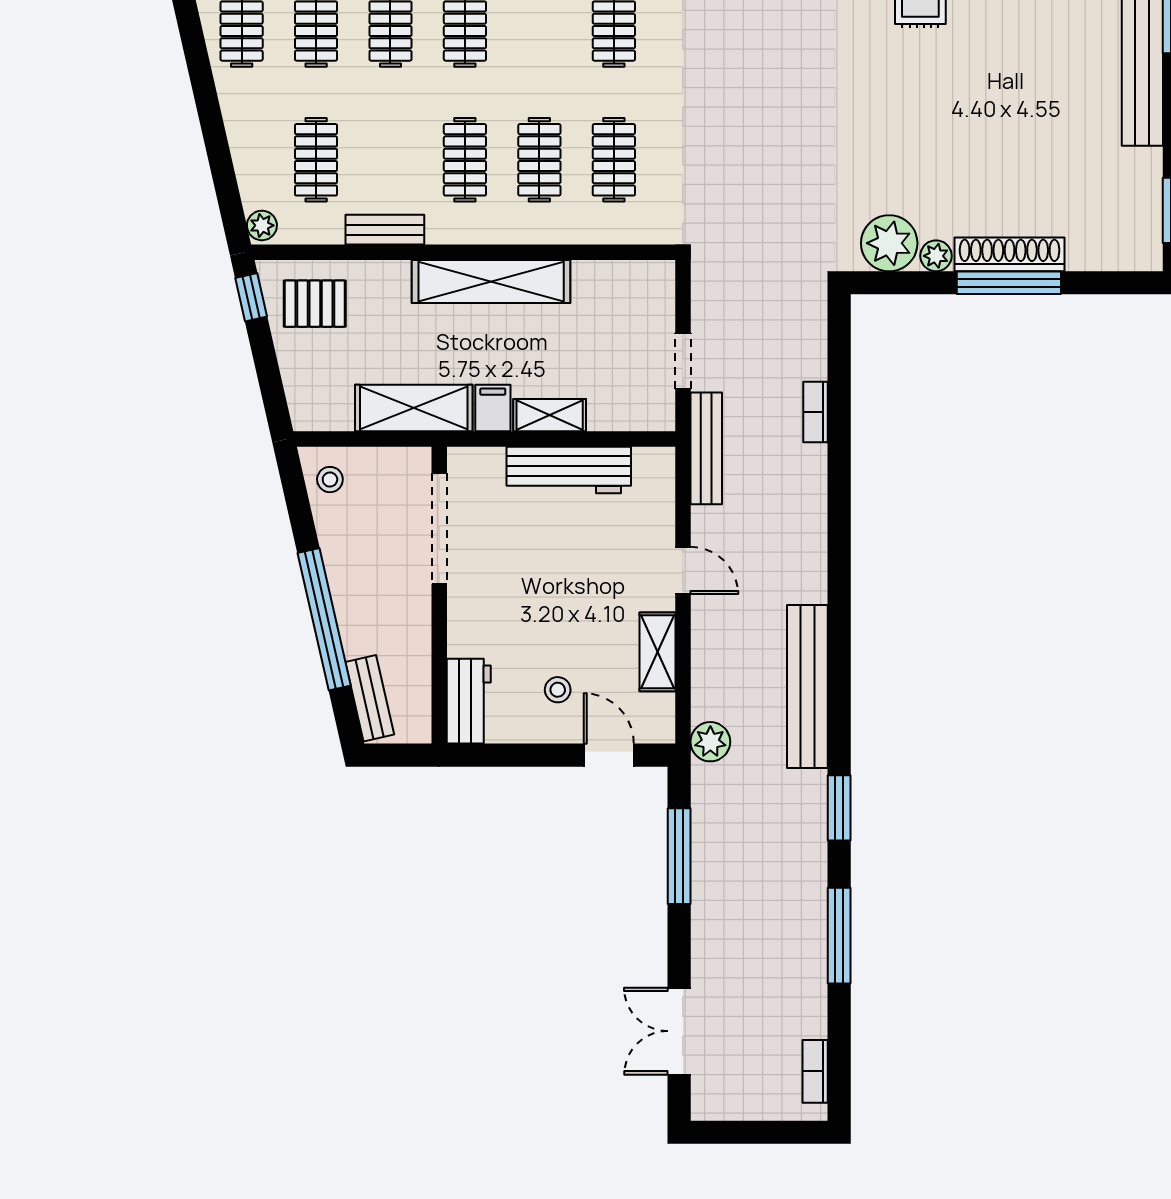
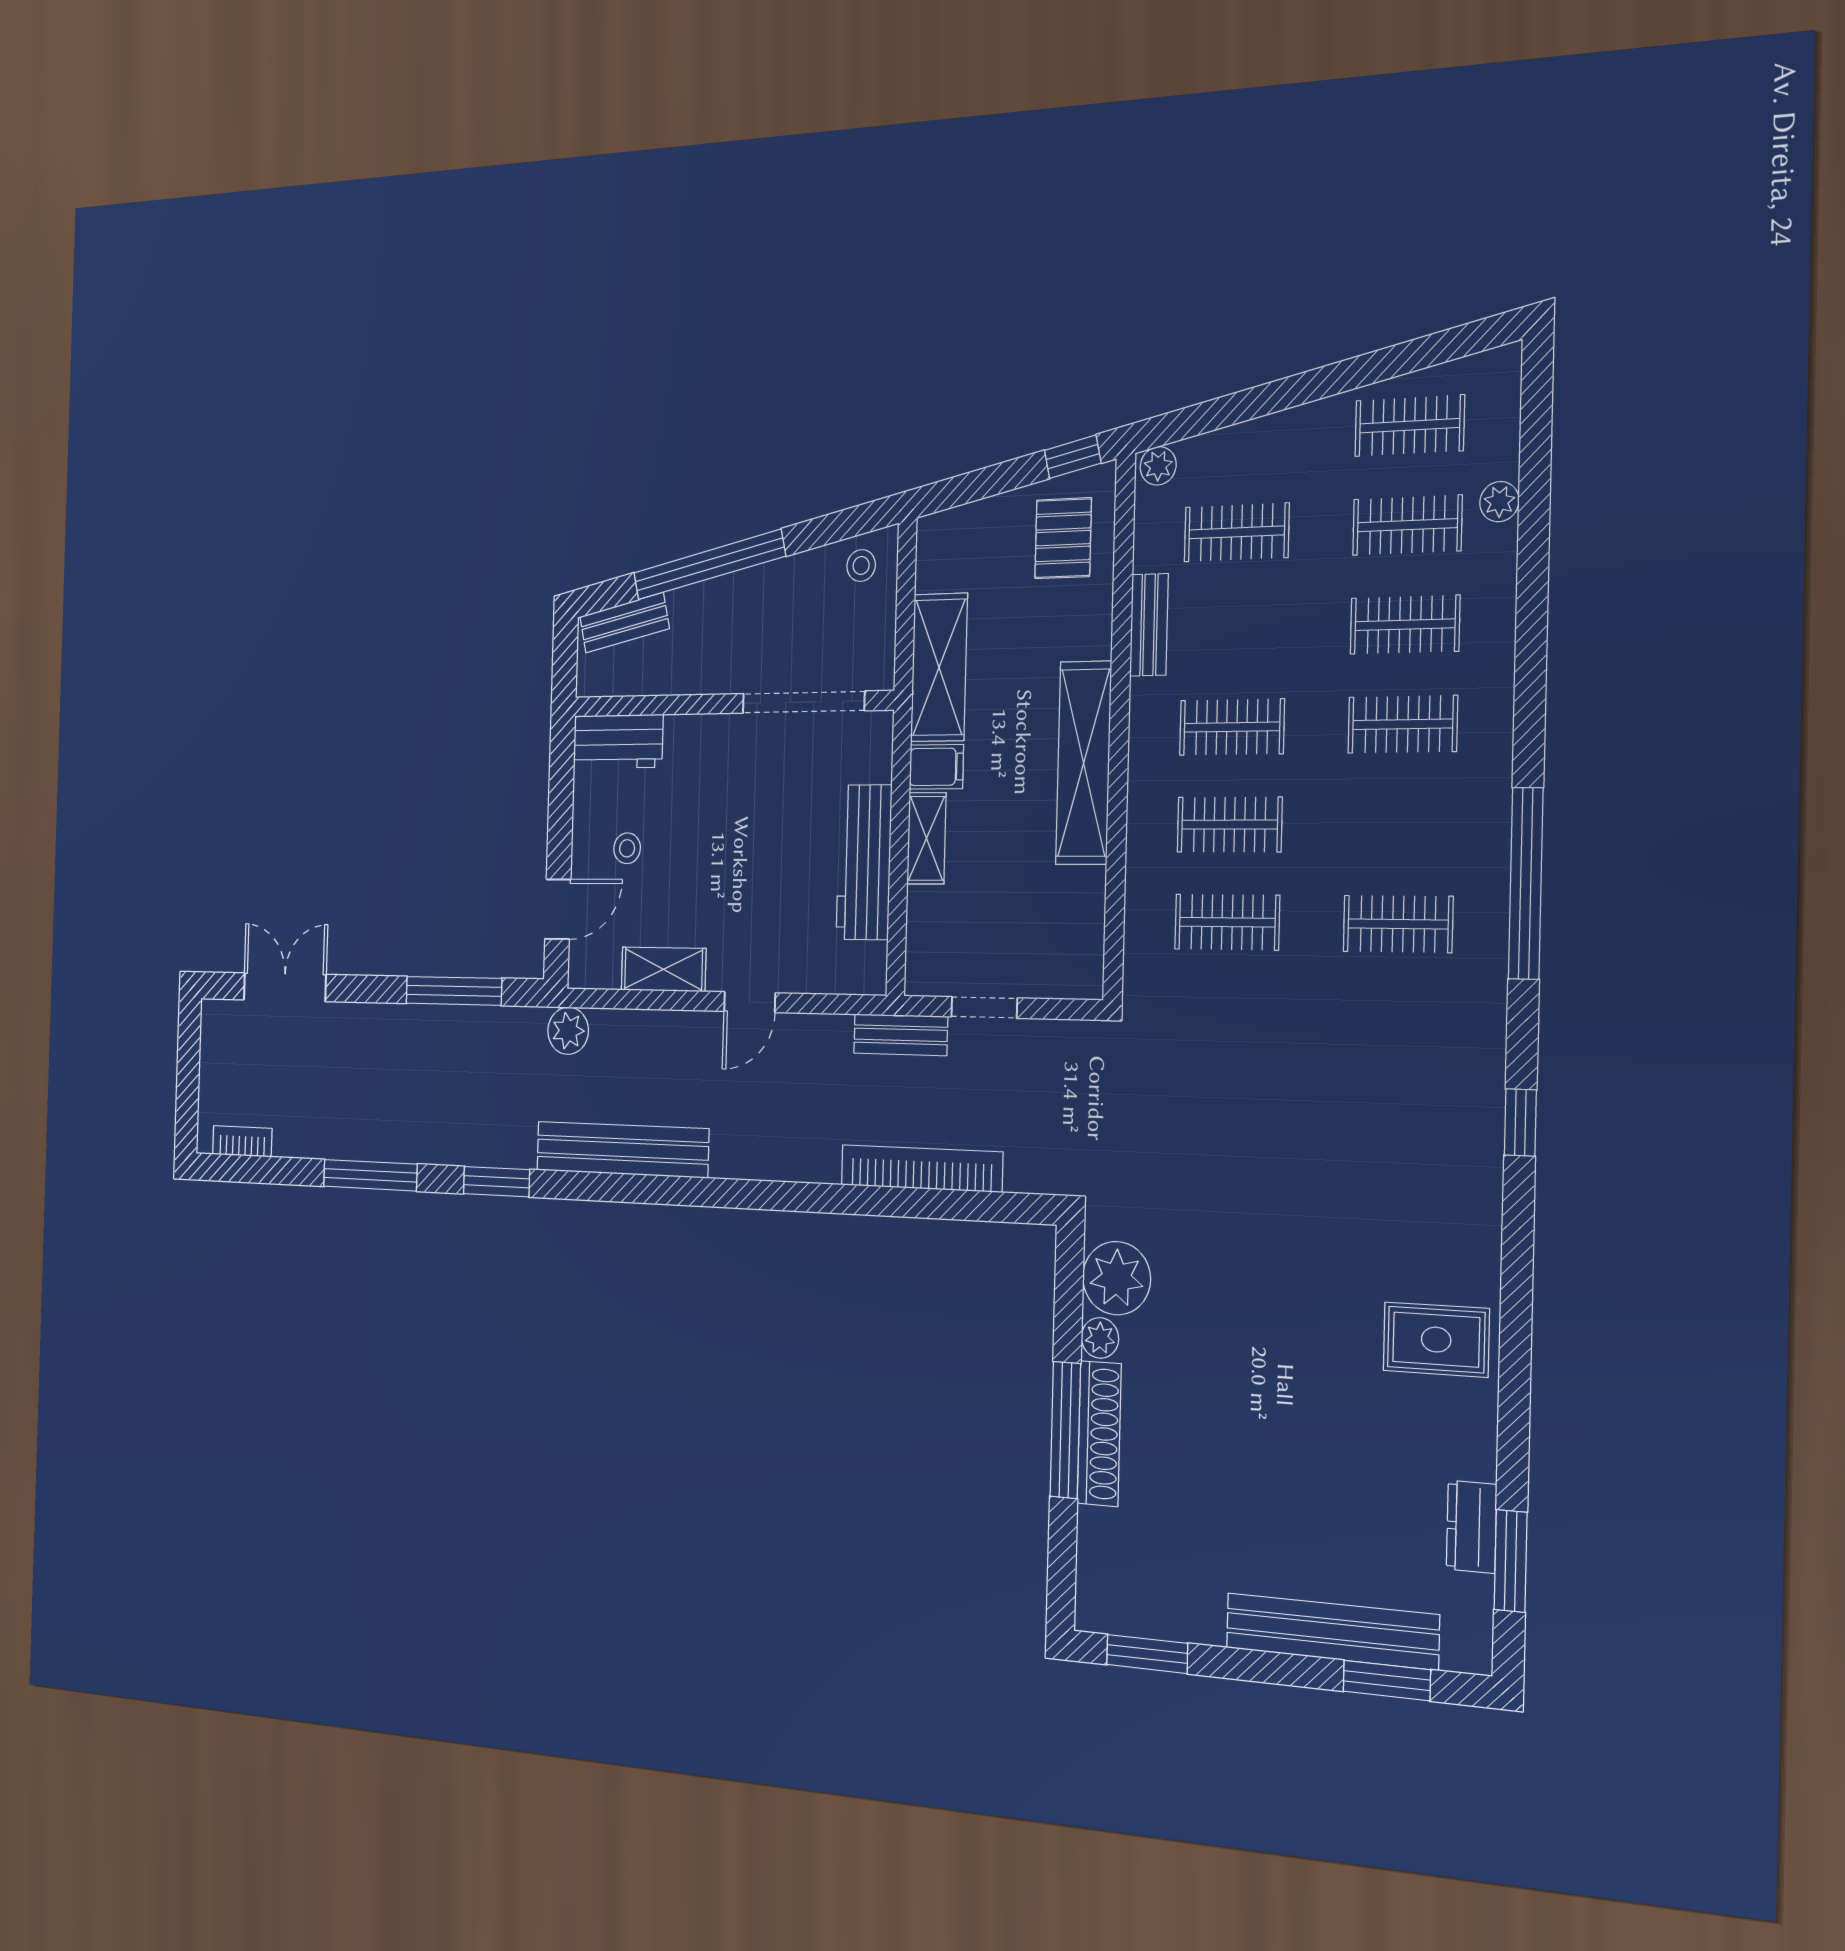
bookcase: (816, 412) -> (921, 1169), width x2.31, depth x1.31
bench: (706, 448) -> (901, 1035), width x0.73

